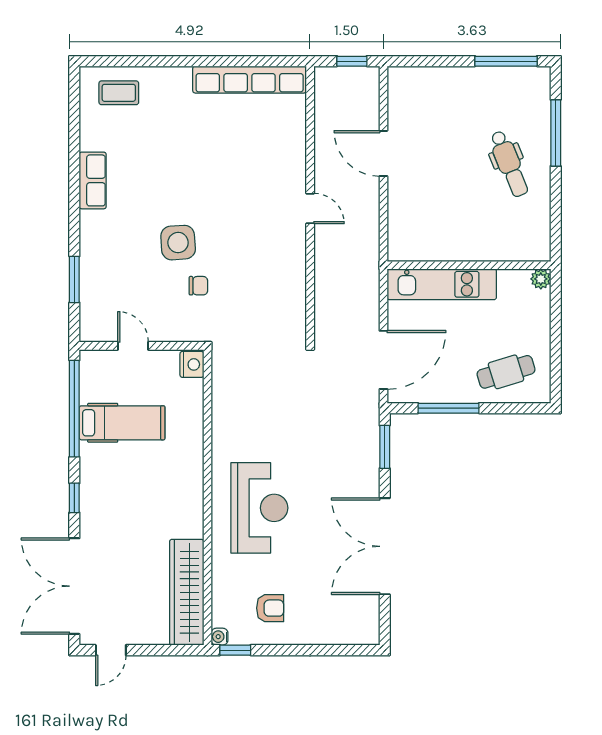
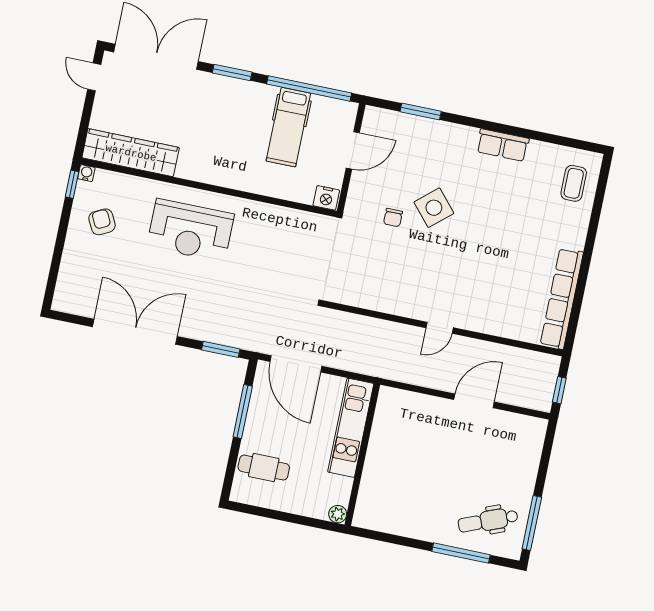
dental chair: (509, 164) -> (488, 521), moved
side table: (178, 243) -> (434, 208), turned -37
door: (133, 346) -> (353, 150), width x1.37
cafe table: (506, 372) -> (264, 468), turned -73
window: (74, 498) -> (232, 73), width x1.50
armchair: (270, 608) -> (102, 222), turned 153

